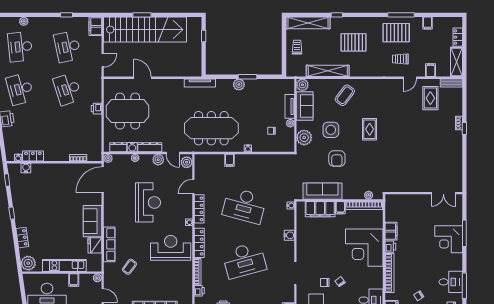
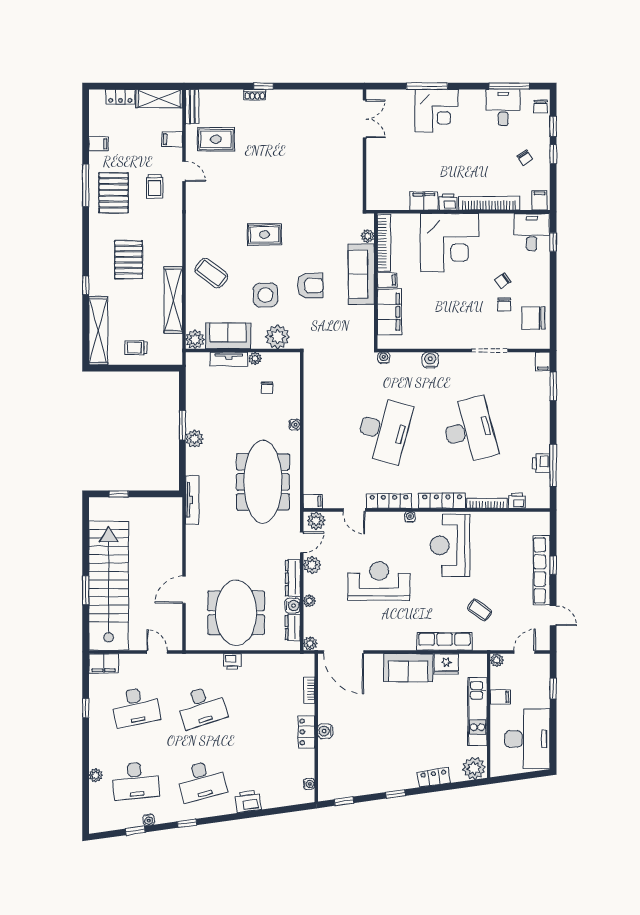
locker: (33, 156) -> (306, 732), moved
filing cabinet: (230, 160) -> (313, 501), moved
water cooler: (26, 168) -> (325, 731), moved
sofa: (322, 191) -> (361, 274), moved

